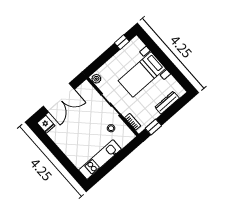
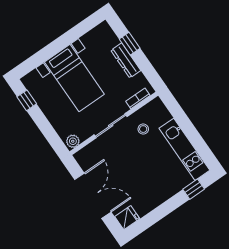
dresser: (167, 103) -> (126, 60), moved
window: (153, 127) -> (130, 44), moved
window: (72, 170) -> (194, 189), added

